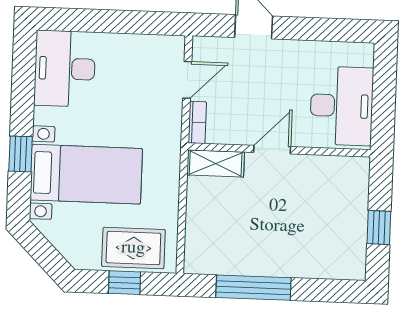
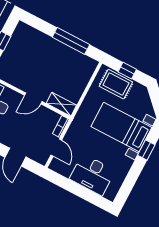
desk: (65, 69) -> (92, 175), moved, turned 90
door: (187, 80) -> (56, 148), swing flipped

